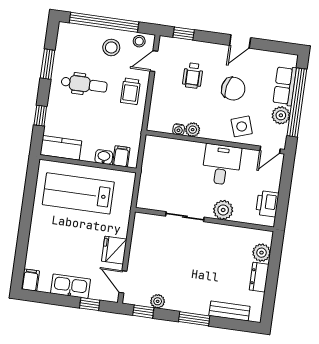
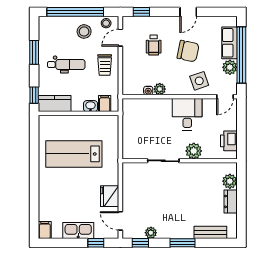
kitchen counter: (61, 148) -> (55, 104), moved
filing cabinet: (121, 156) -> (105, 104), moved
washbasin: (104, 157) -> (90, 106), moved
wall: (88, 164) -> (79, 113), moved

